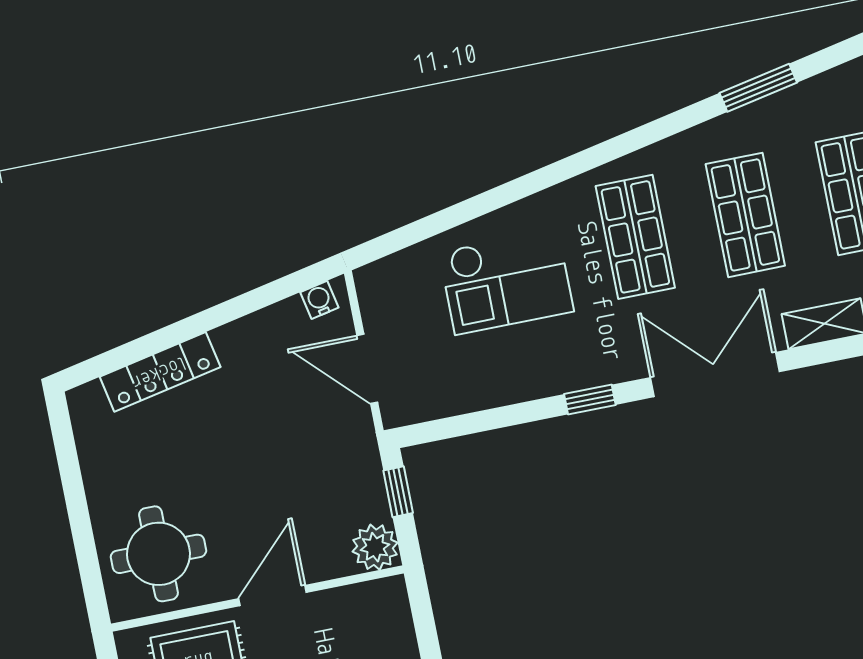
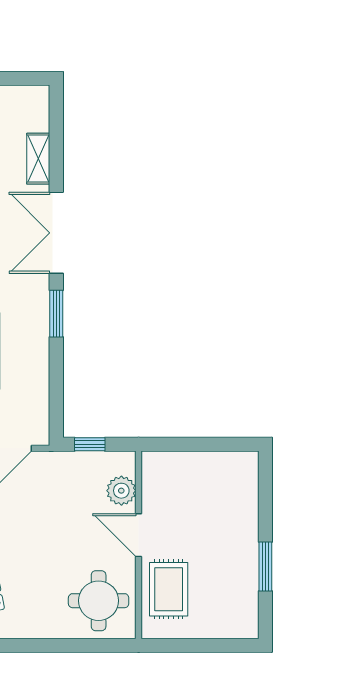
window: (590, 400) -> (56, 314), width x1.50
plant: (375, 547) -> (121, 491), moved

